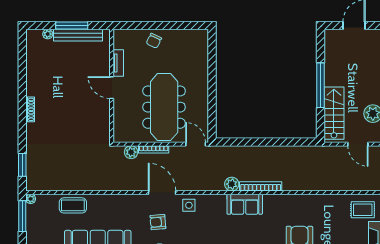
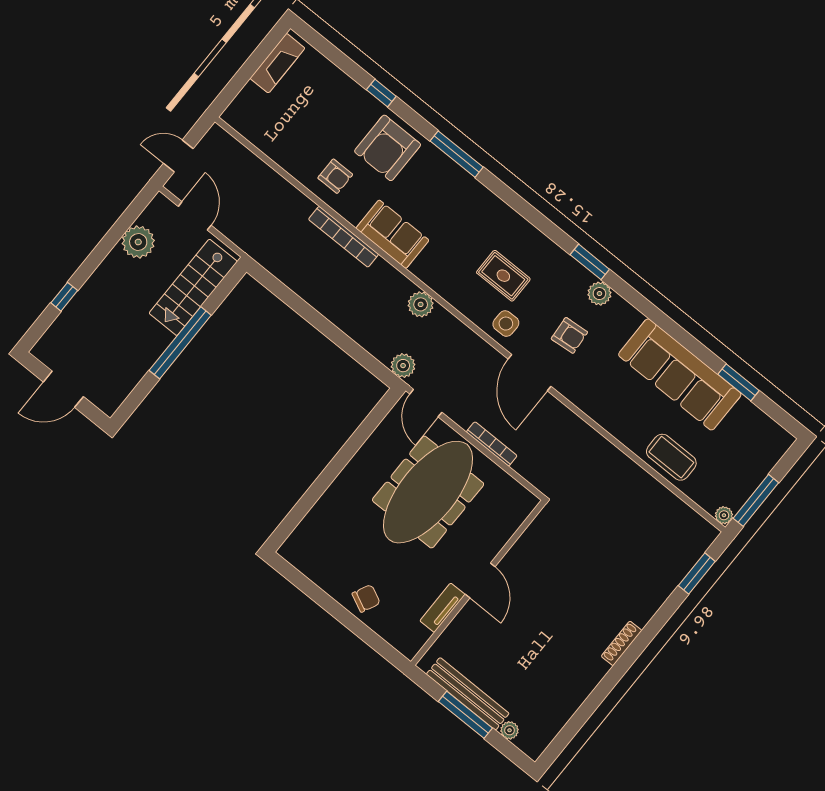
plant: (131, 152) -> (403, 366), moved
bookcase: (261, 186) -> (344, 237), moved
sofa: (245, 204) -> (392, 234), moved
armchair: (312, 209) -> (335, 176), added
rug: (363, 210) -> (503, 276), moved

